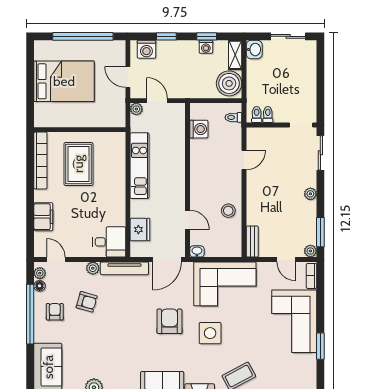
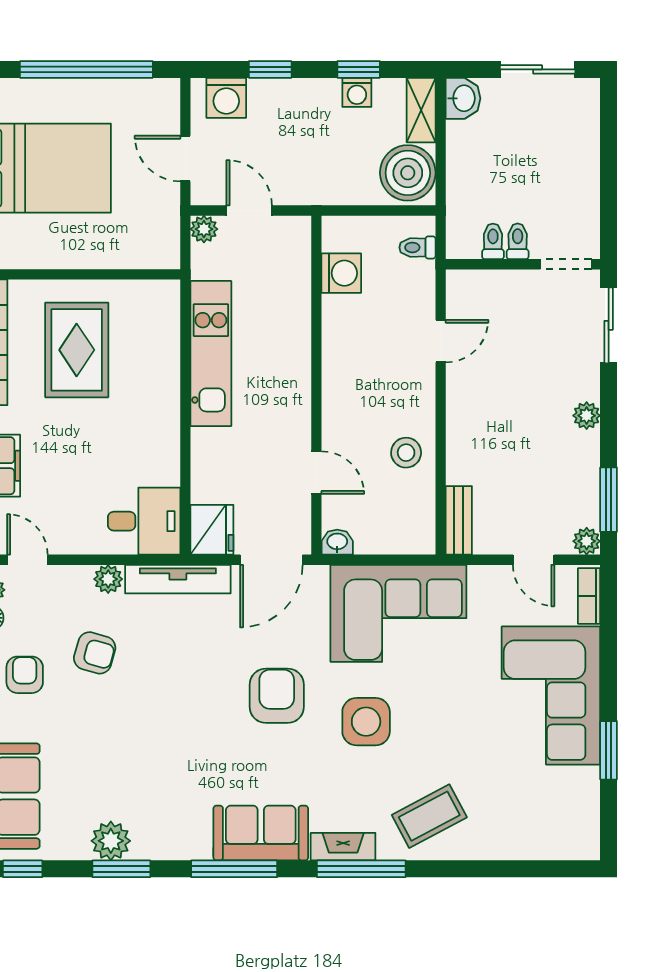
toilet: (257, 115) -> (518, 241), moved
fridge: (140, 230) -> (212, 530), moved

